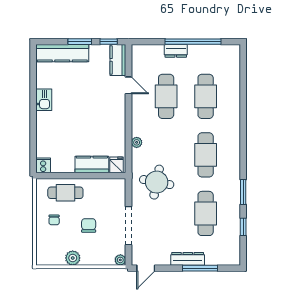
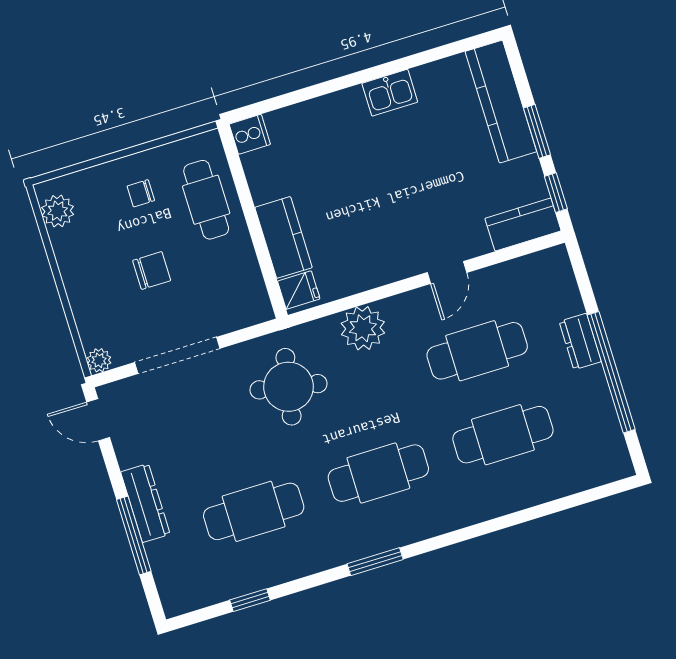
door: (129, 85) -> (447, 272), moved
plant: (137, 142) -> (363, 328), width x1.88, depth x1.88
window: (243, 192) -> (375, 562), moved
plant: (73, 258) -> (58, 211), moved

